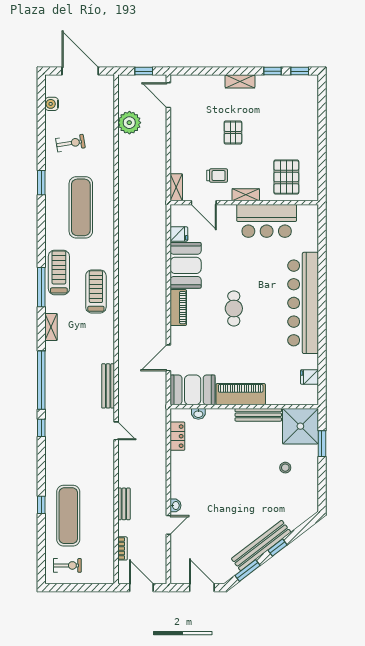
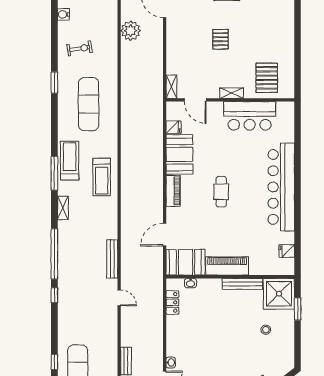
trolley: (217, 176) -> (207, 76), removed
treadmill: (96, 291) -> (102, 177), turned 180

